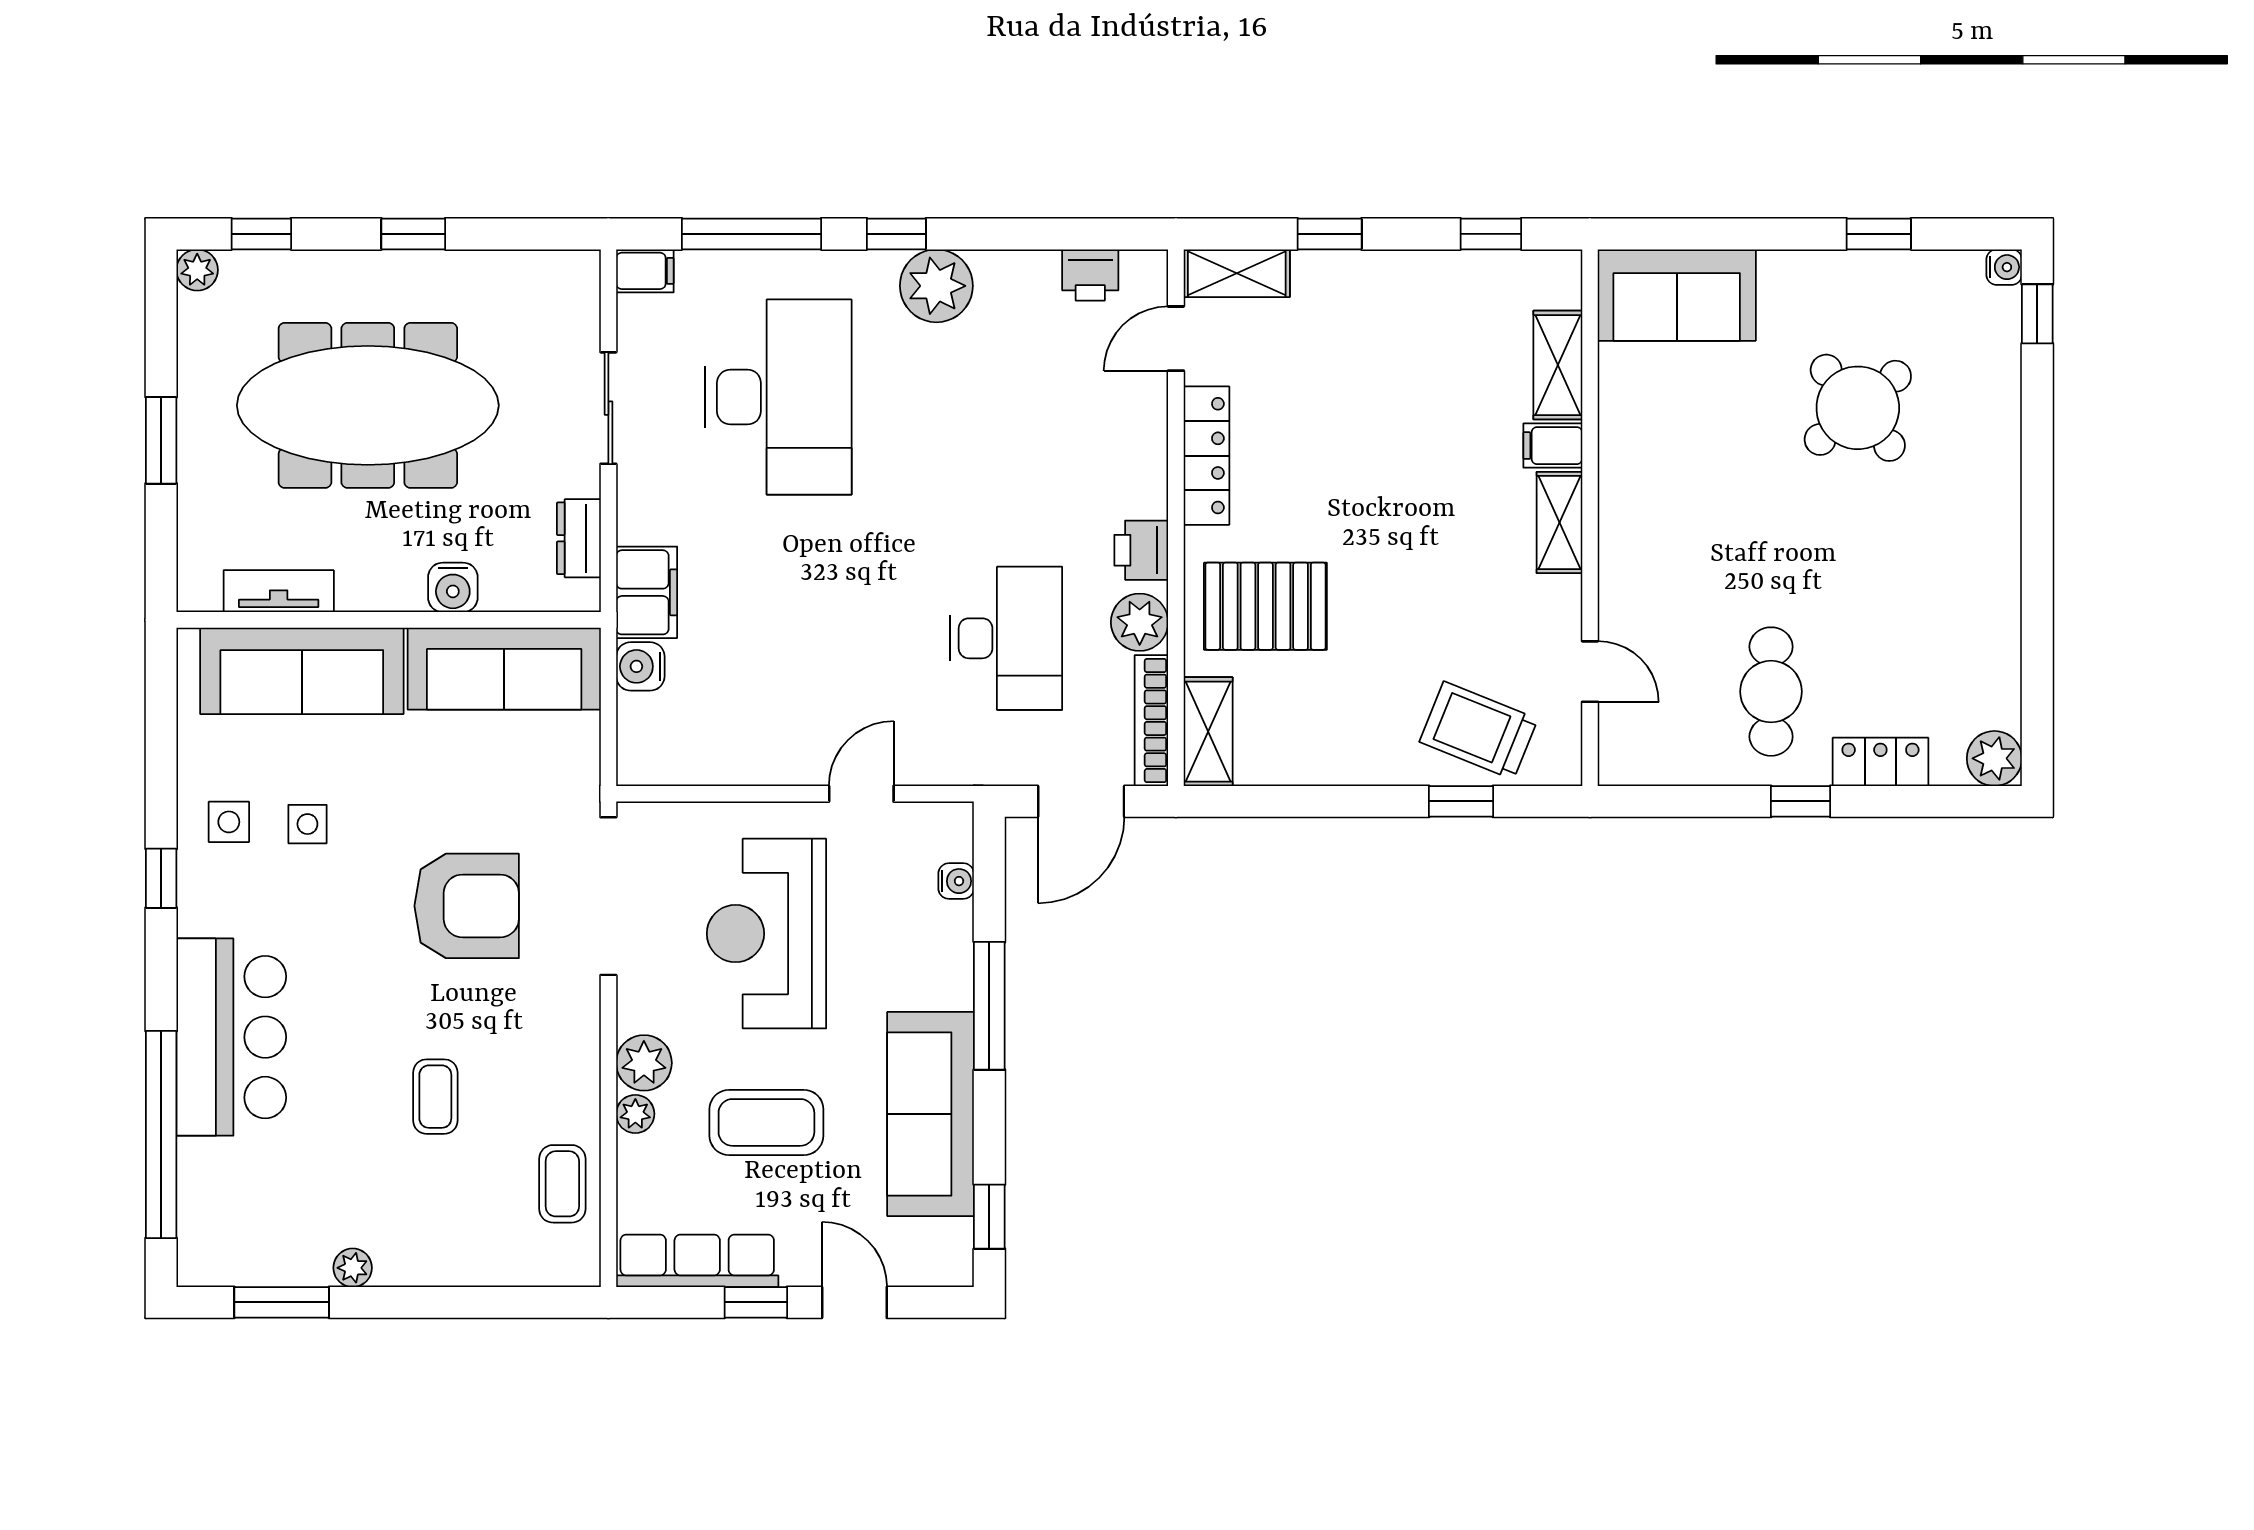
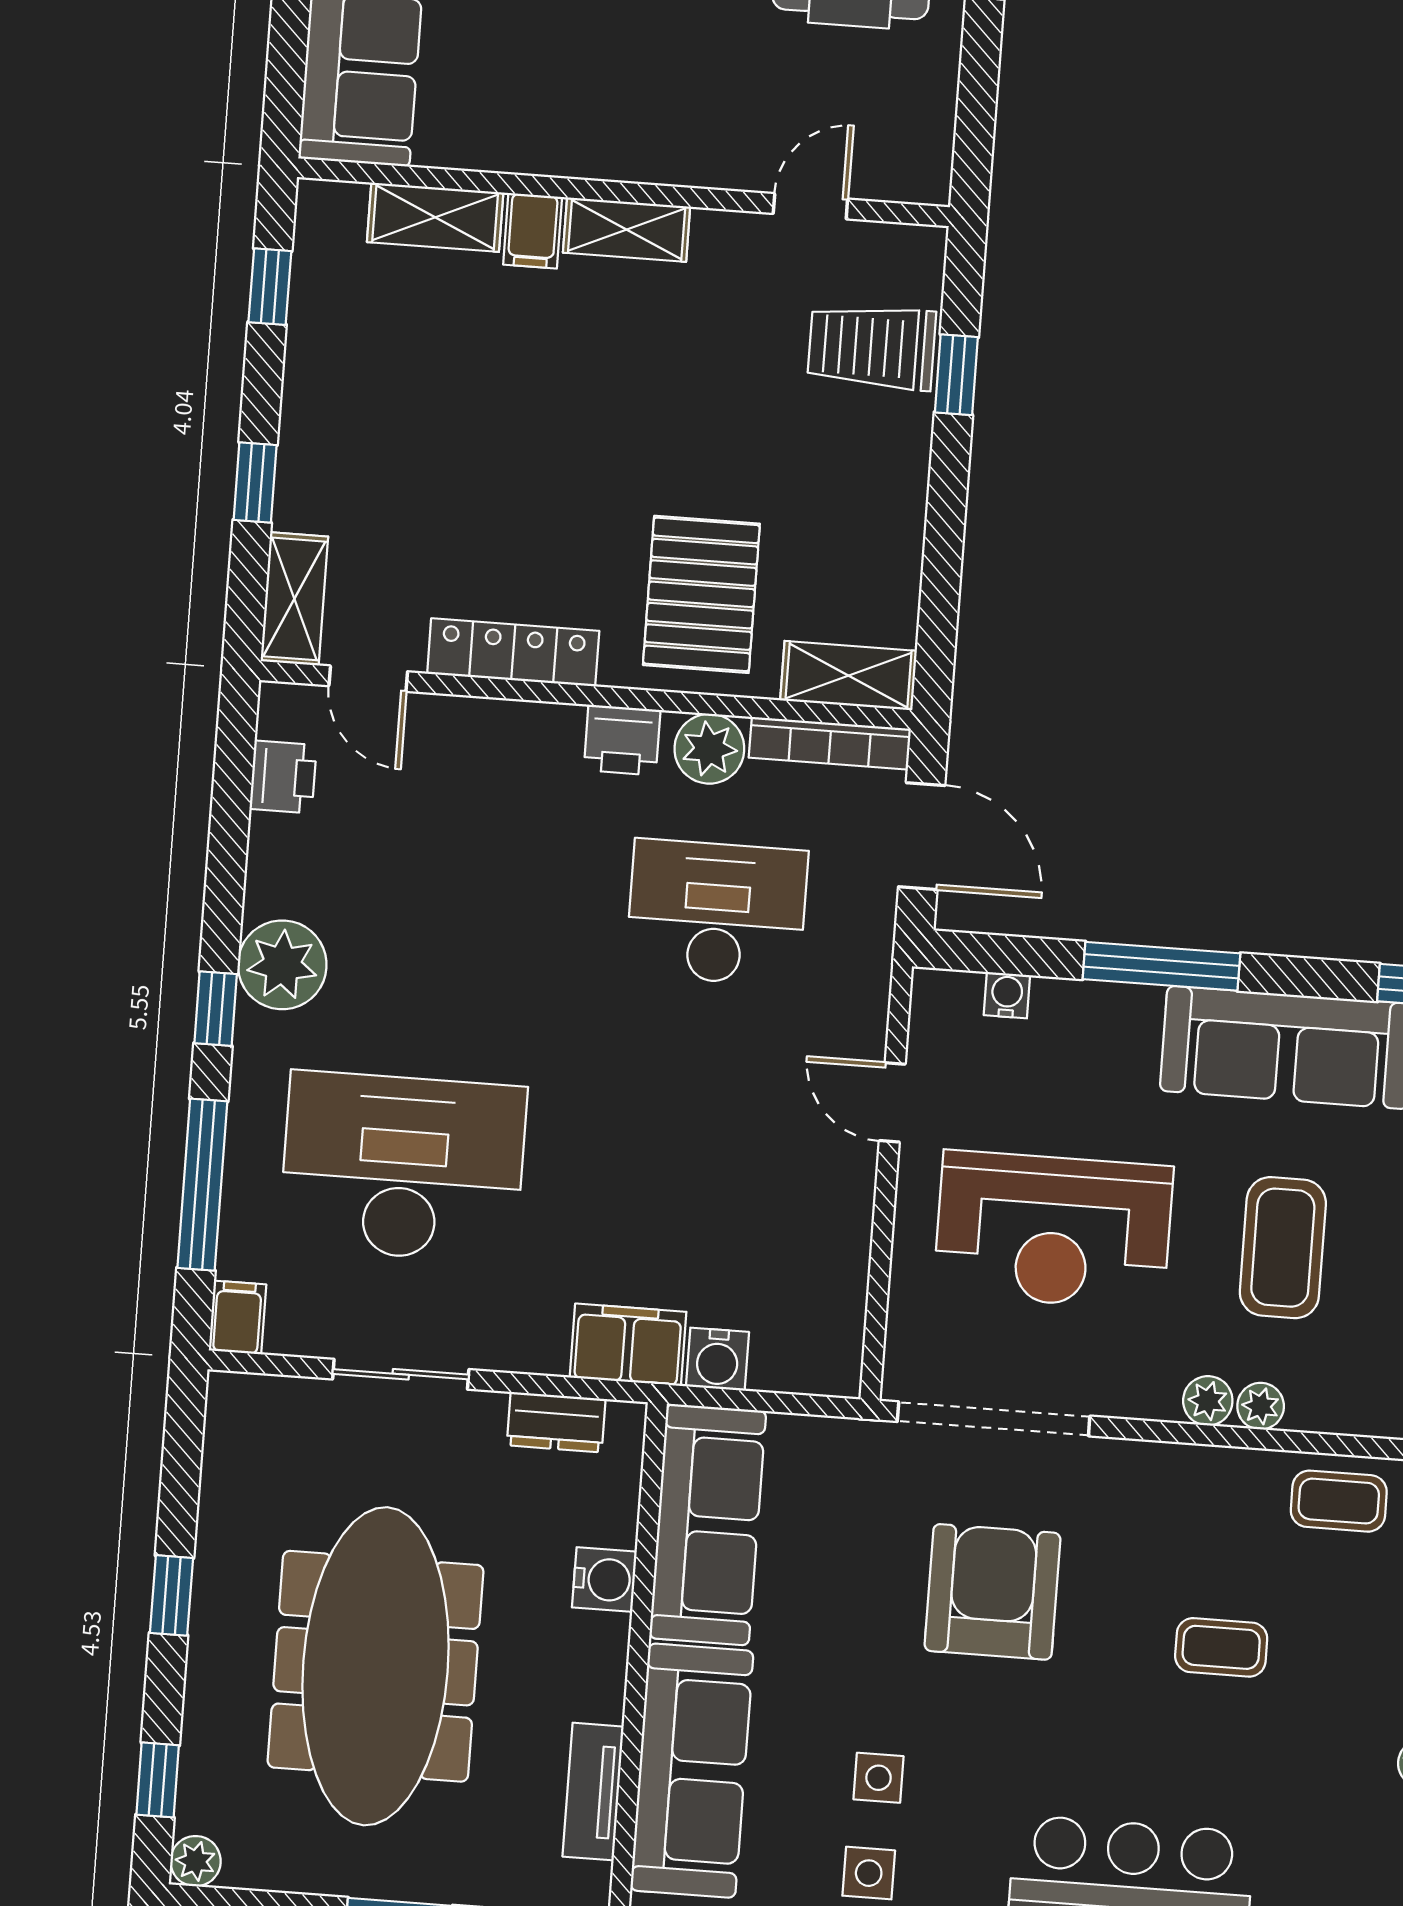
trolley: (1479, 730) -> (872, 347), turned 68
plant: (644, 1063) -> (1208, 1401), width x0.73, depth x0.73

